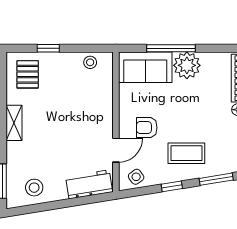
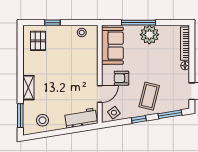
sofa: (145, 67) -> (112, 46), moved, turned -90
shelving: (14, 123) -> (28, 88), moved
coffee table: (186, 153) -> (149, 96), turned -76

